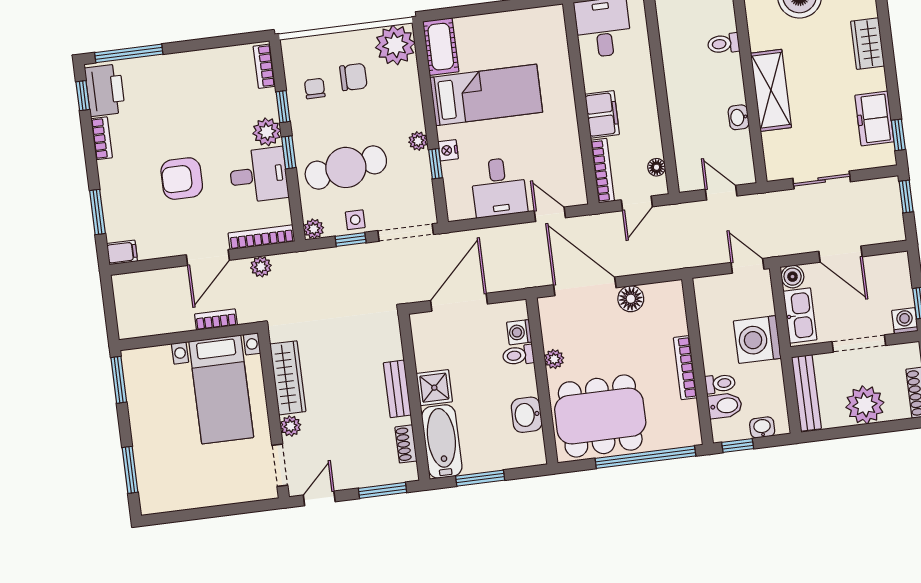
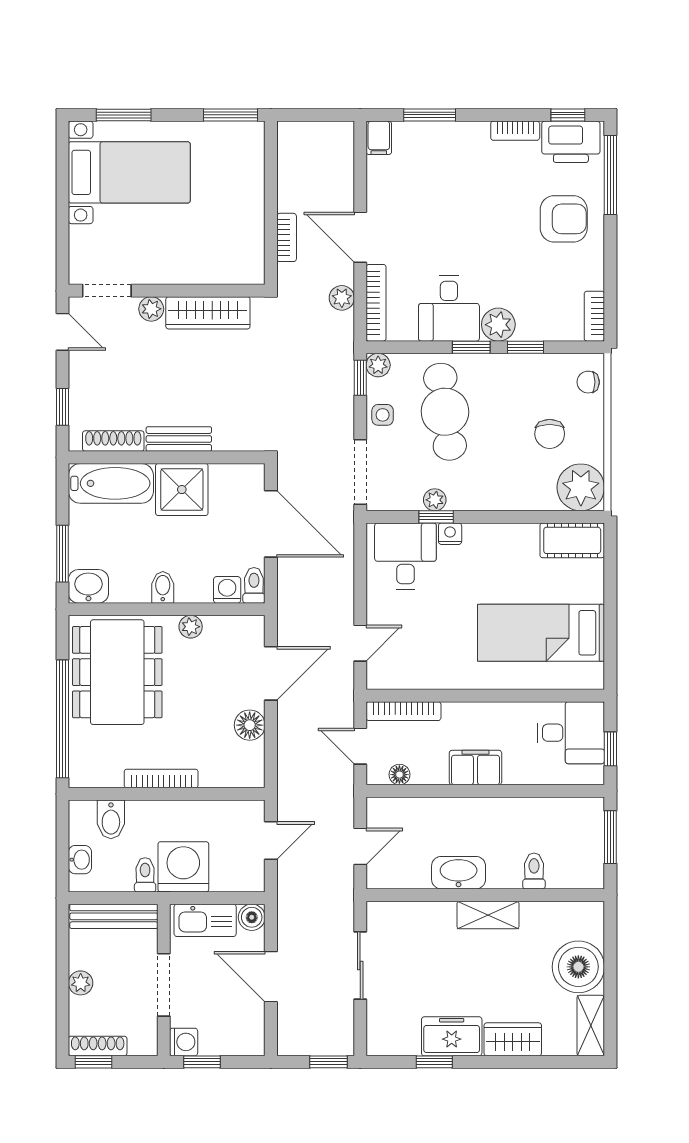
bookcase: (264, 66) -> (594, 316), moved, turned -90
chair: (315, 88) -> (588, 382), moved, turned 180
shelving: (771, 90) -> (488, 915), width x0.67, depth x0.75
bed: (486, 95) -> (541, 633), moved, turned 90
filing cabinet: (602, 114) -> (475, 768), moved, turned 180
washbasin: (739, 117) -> (459, 873), width x1.91, depth x1.45
freezer: (874, 119) -> (452, 1036), moved
window: (898, 135) -> (434, 1062), moved
plant: (418, 141) -> (435, 500), moved
armchair: (182, 179) -> (564, 219), moved, turned 90
desk: (499, 187) -> (405, 556), moved, turned 90
window: (351, 239) -> (360, 378), moved
door: (841, 254) -> (271, 977), hinge flipped
door: (747, 266) -> (271, 841), moved
door: (585, 286) -> (271, 673), width x0.73
toilet: (518, 355) -> (254, 585), moved
toilet: (720, 384) -> (145, 875), moved, turned 180
bidet: (524, 387) -> (163, 587), added
shower: (434, 388) -> (182, 490), width x1.36, depth x1.36
bed with nightstands: (221, 390) -> (129, 172), moved, turned 180
plant: (865, 405) -> (81, 983), width x0.53, depth x0.53
washbasin: (527, 415) -> (88, 586), moved
shoe rack: (406, 444) -> (113, 441), width x1.43
window: (738, 446) -> (62, 828), removed
window: (480, 478) -> (62, 554), moved
window: (382, 490) -> (62, 407), width x0.67

